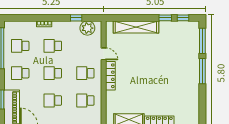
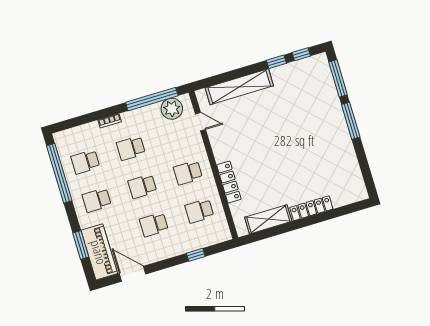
window: (76, 18) -> (152, 99), width x3.17
door: (104, 54) -> (200, 122), moved
locker: (110, 76) -> (229, 182), moved

